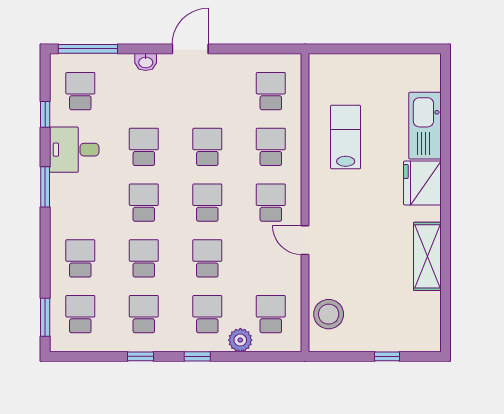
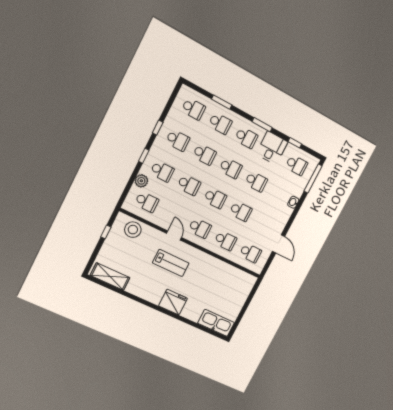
door: (190, 49) -> (279, 244), moved
kitchen sink: (425, 126) -> (216, 323), moved
lab bench: (346, 137) -> (171, 263), moved
school desk: (80, 203) -> (246, 138), added
door: (305, 240) -> (174, 235), hinge flipped
shelving: (427, 256) -> (110, 276), moved
window: (45, 317) -> (222, 102), moved
window: (387, 356) -> (106, 232), moved

